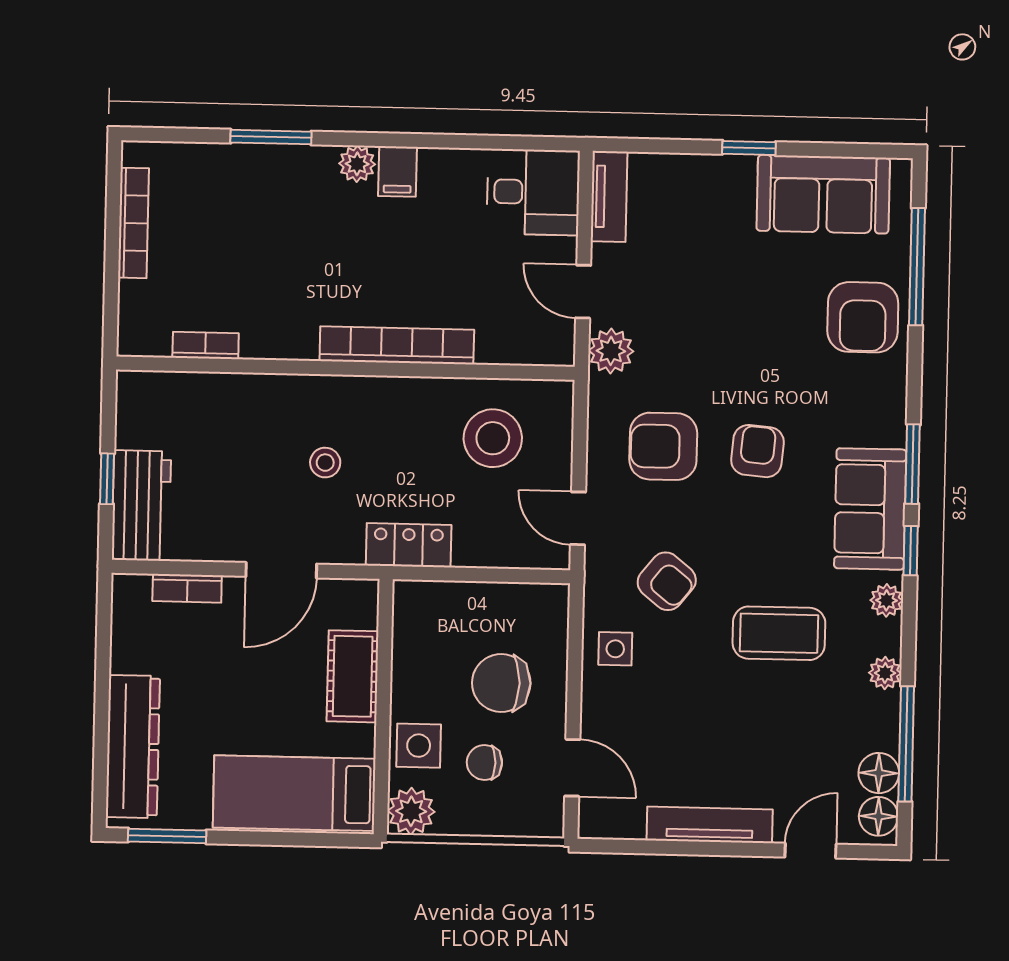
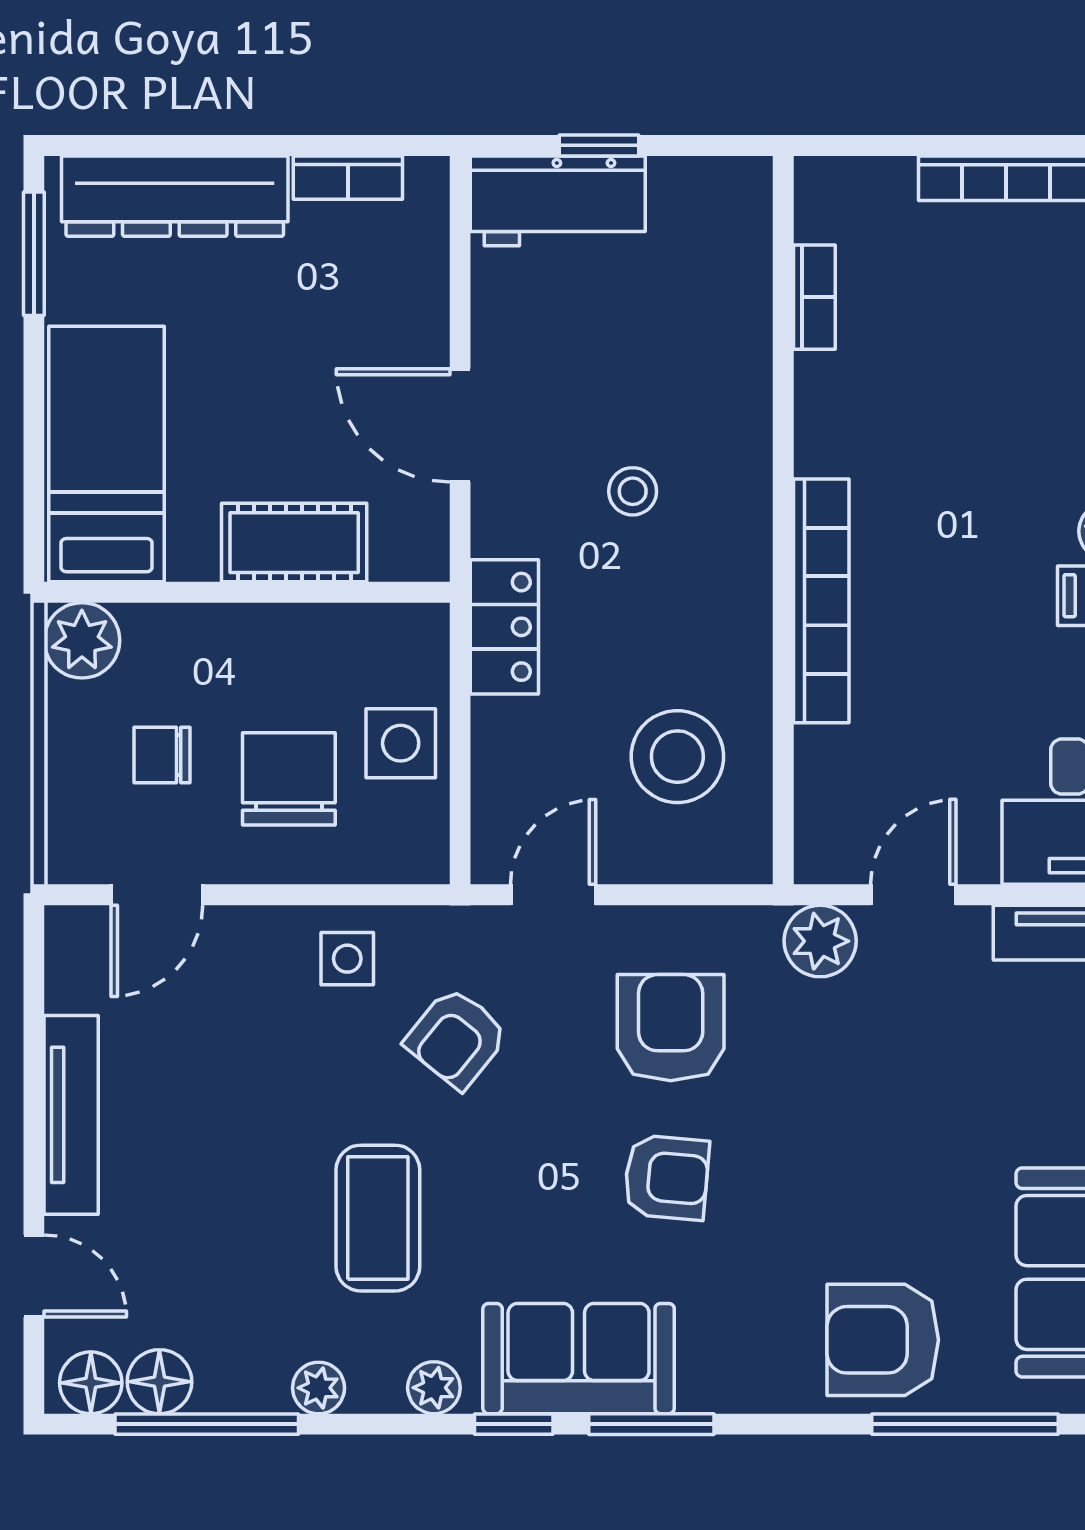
bookcase: (187, 588) -> (348, 178), moved, turned -90
side table: (419, 746) -> (401, 743), moved
chair: (484, 763) -> (162, 755), turned -90

